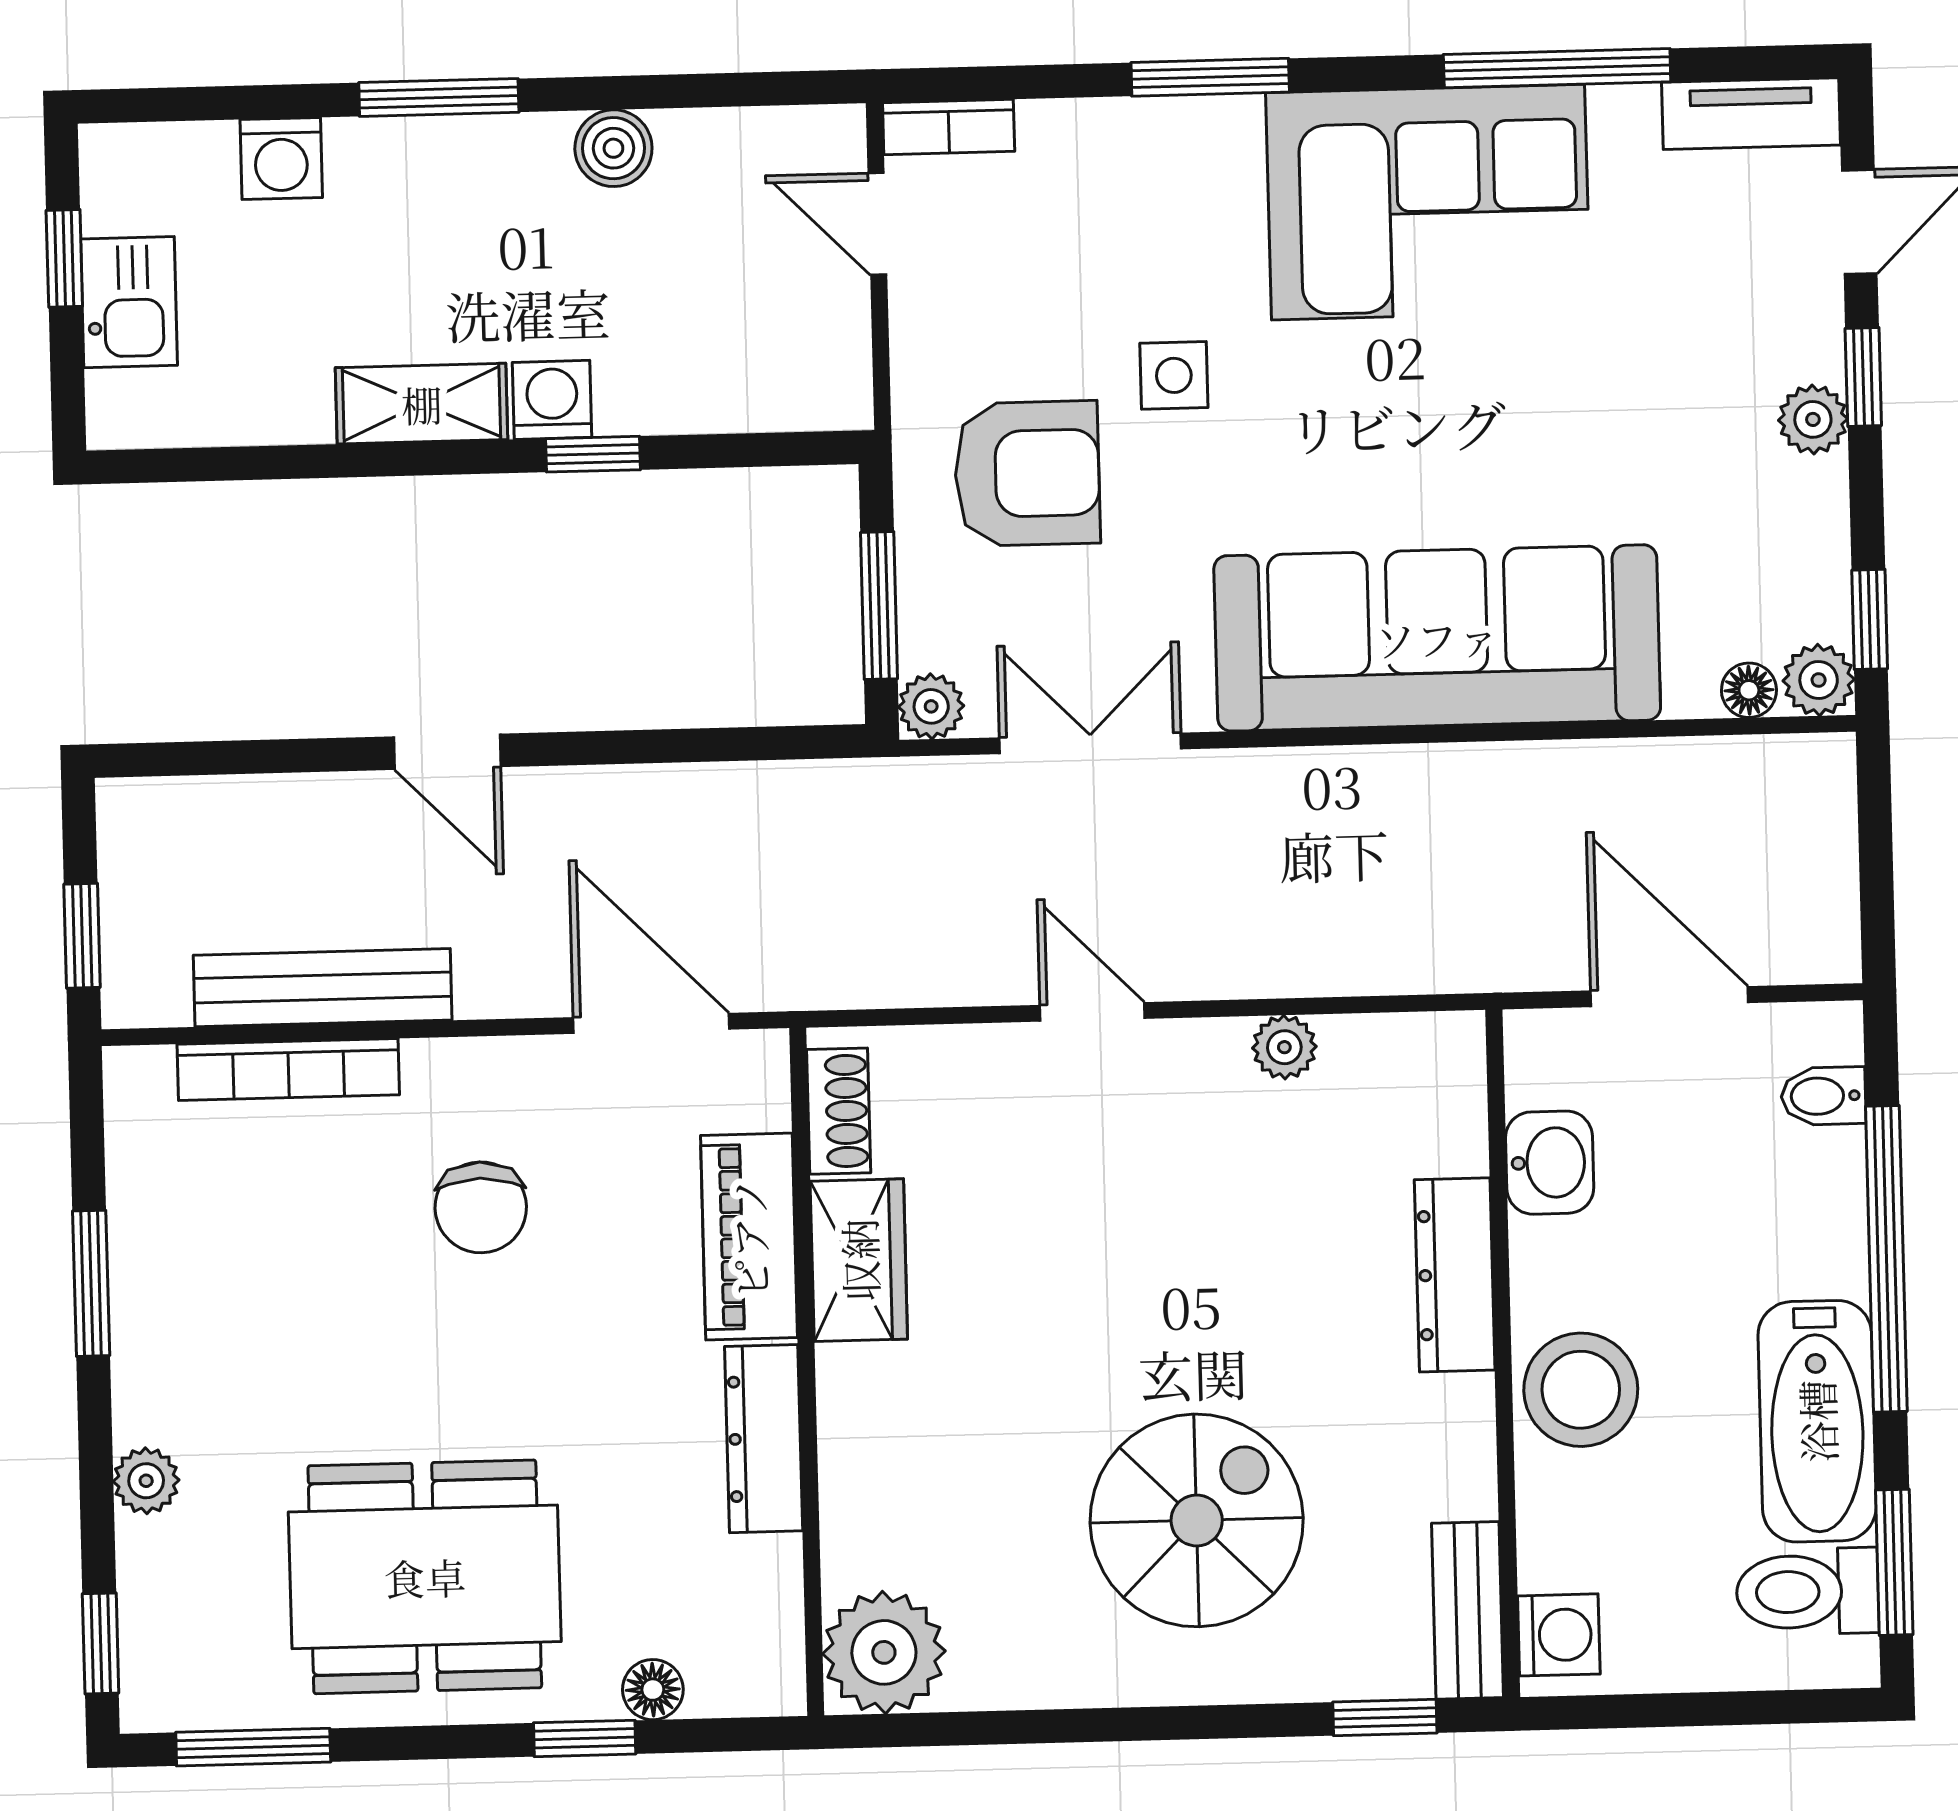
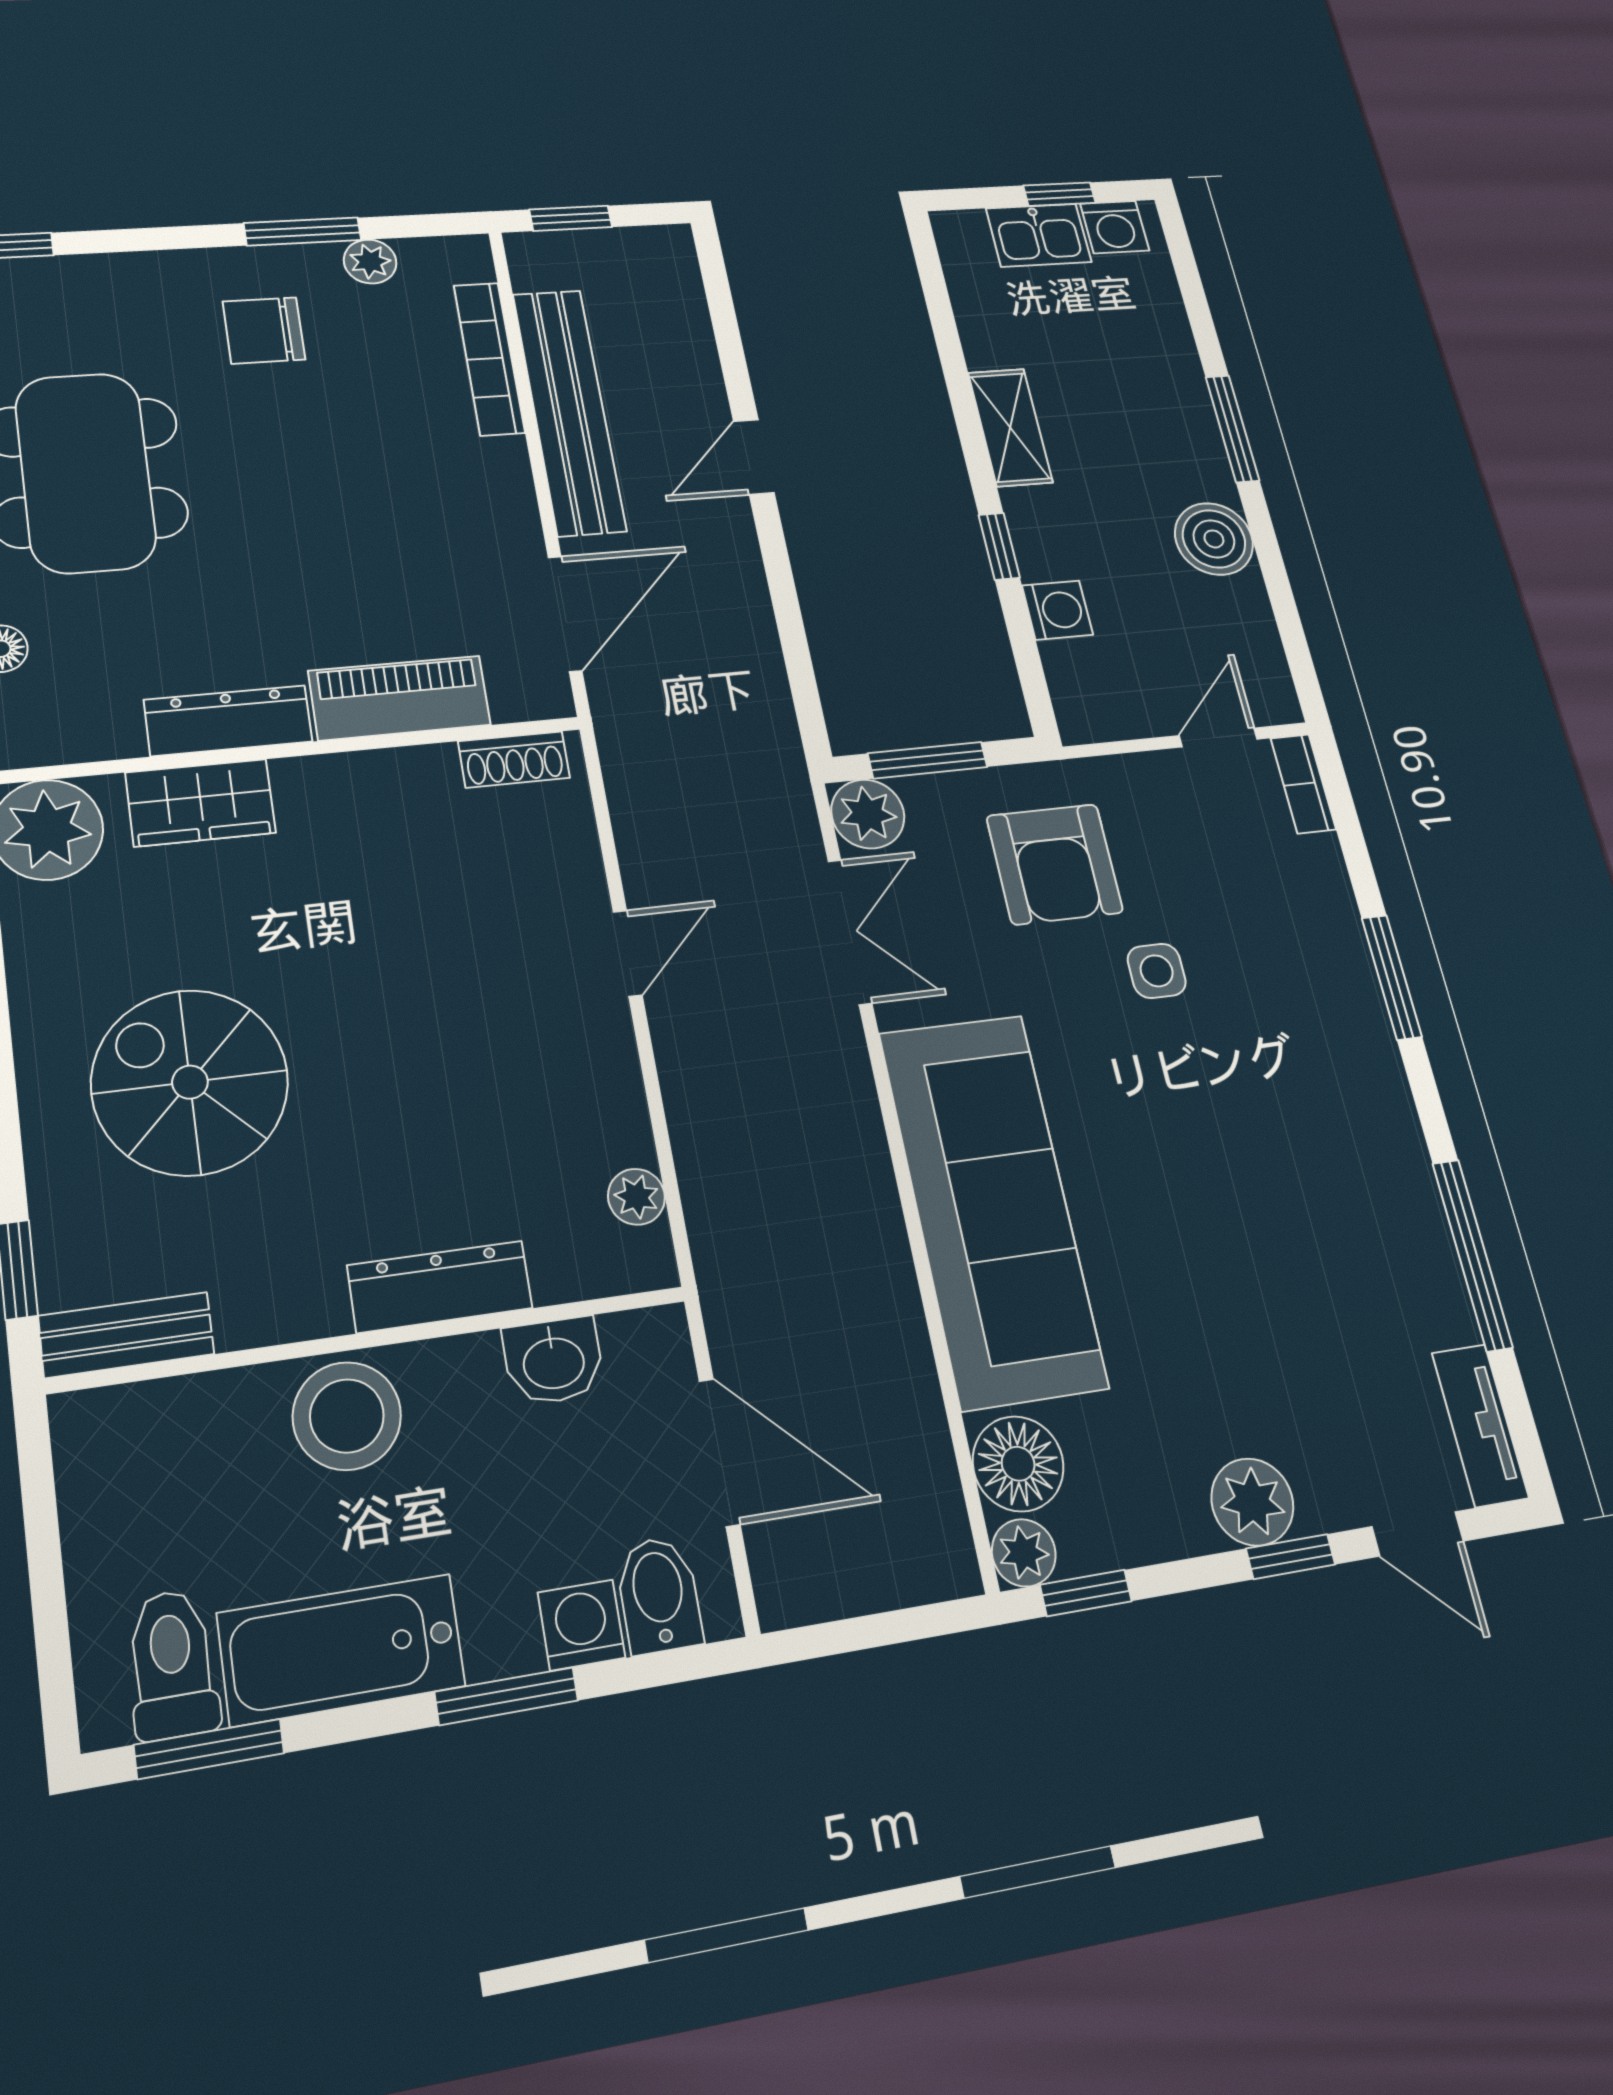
boiler: (613, 148) -> (1214, 539), width x1.36, depth x1.36
washing machine: (281, 159) -> (1115, 227), moved, turned -90
corner sofa: (1428, 202) -> (1341, 1161), removed
washing machine: (552, 400) -> (1057, 610), moved
plant: (1813, 419) -> (1252, 1502), width x1.38, depth x1.38
floor lamp: (1749, 690) -> (1018, 1464), width x1.89, depth x1.89
plant: (931, 706) -> (868, 814), width x1.38, depth x1.38
bench: (323, 988) -> (569, 411), width x1.37, depth x1.21
door: (1669, 997) -> (720, 1452), hinge flipped
plant: (1284, 1047) -> (636, 1197), moved
bidet: (1823, 1096) -> (659, 1595), width x1.38, depth x1.36
chair: (481, 1207) -> (264, 330), moved
window: (1886, 1259) -> (506, 1696), width x0.47
wardrobe: (859, 1260) -> (201, 803), moved
plant: (146, 1481) -> (370, 261), moved
spiral stairs: (1197, 1520) -> (190, 1082), turned 180
washing machine: (1559, 1635) -> (581, 1625), moved, turned 180

